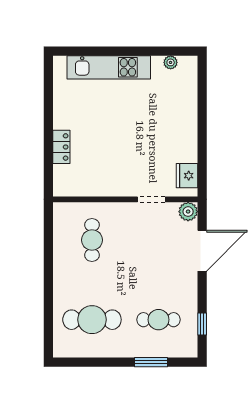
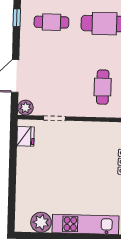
plant: (171, 62) -> (41, 222), width x1.87, depth x1.87

